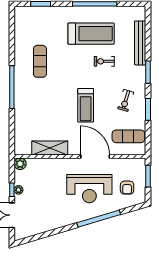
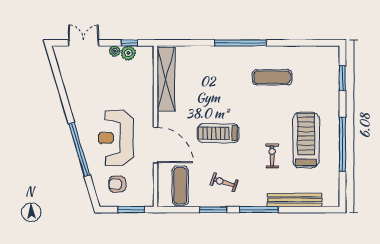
treadmill: (91, 34) -> (306, 140), turned 180
window: (148, 72) -> (259, 210), width x1.44
shelving: (50, 148) -> (166, 79), width x1.47
door: (95, 156) -> (156, 145), hinge flipped
plant: (20, 164) -> (128, 53), moved
window: (12, 190) -> (130, 43), moved

